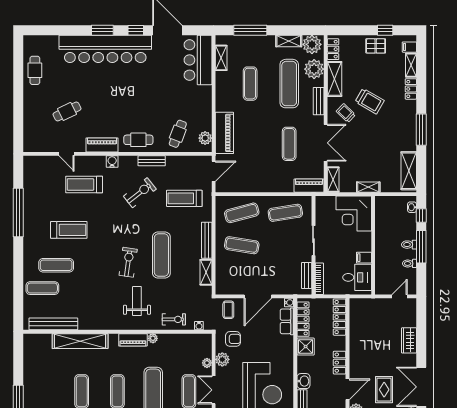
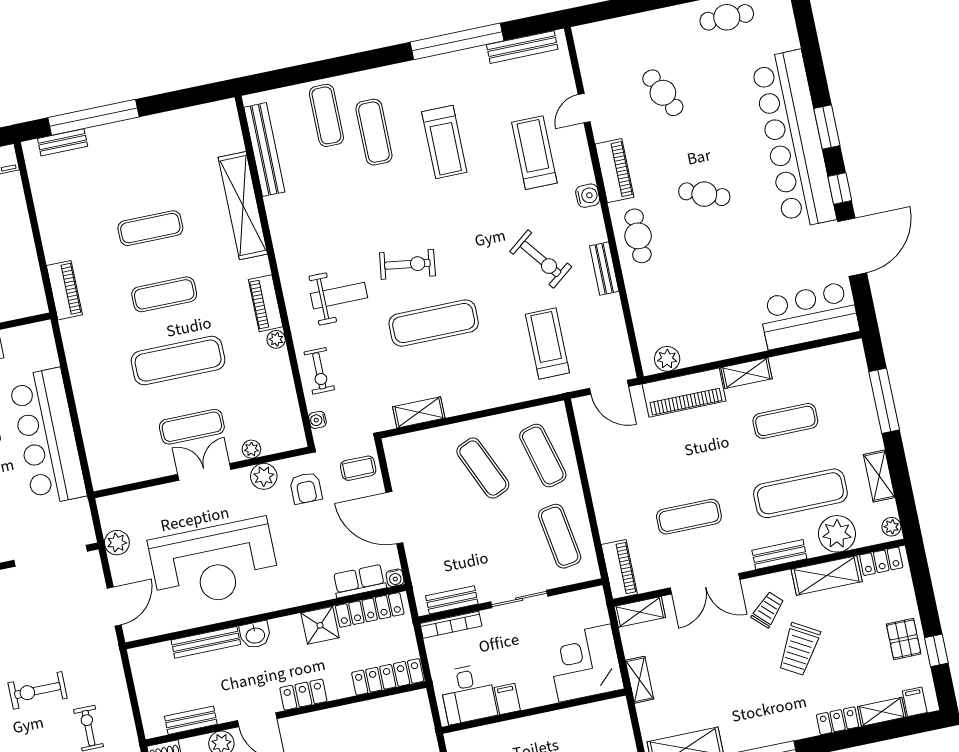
plant: (312, 44) -> (891, 527), width x0.53, depth x0.53
shelving: (221, 58) -> (746, 373), moved
cafe table: (178, 134) -> (704, 194), moved
bench: (207, 240) -> (522, 47), moved
exercise mat: (242, 245) -> (483, 468), turned -33

